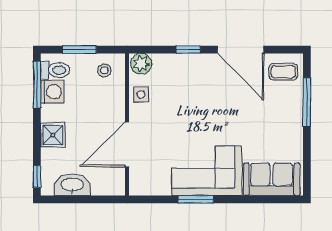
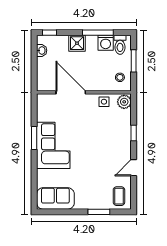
door: (240, 50) -> (134, 168), width x0.53
window: (37, 85) -> (98, 33), moved
window: (307, 102) -> (99, 212), width x0.69
sofa: (272, 179) -> (55, 198), moved, turned -90
washbasin: (72, 185) -> (42, 50), width x0.52, depth x0.69

